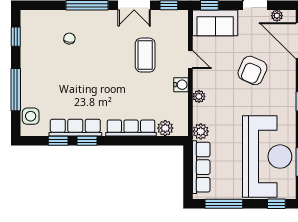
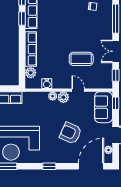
door: (190, 59) -> (78, 90), swing flipped
water cooler: (181, 85) -> (47, 84), moved
plant: (201, 131) -> (63, 97), moved

